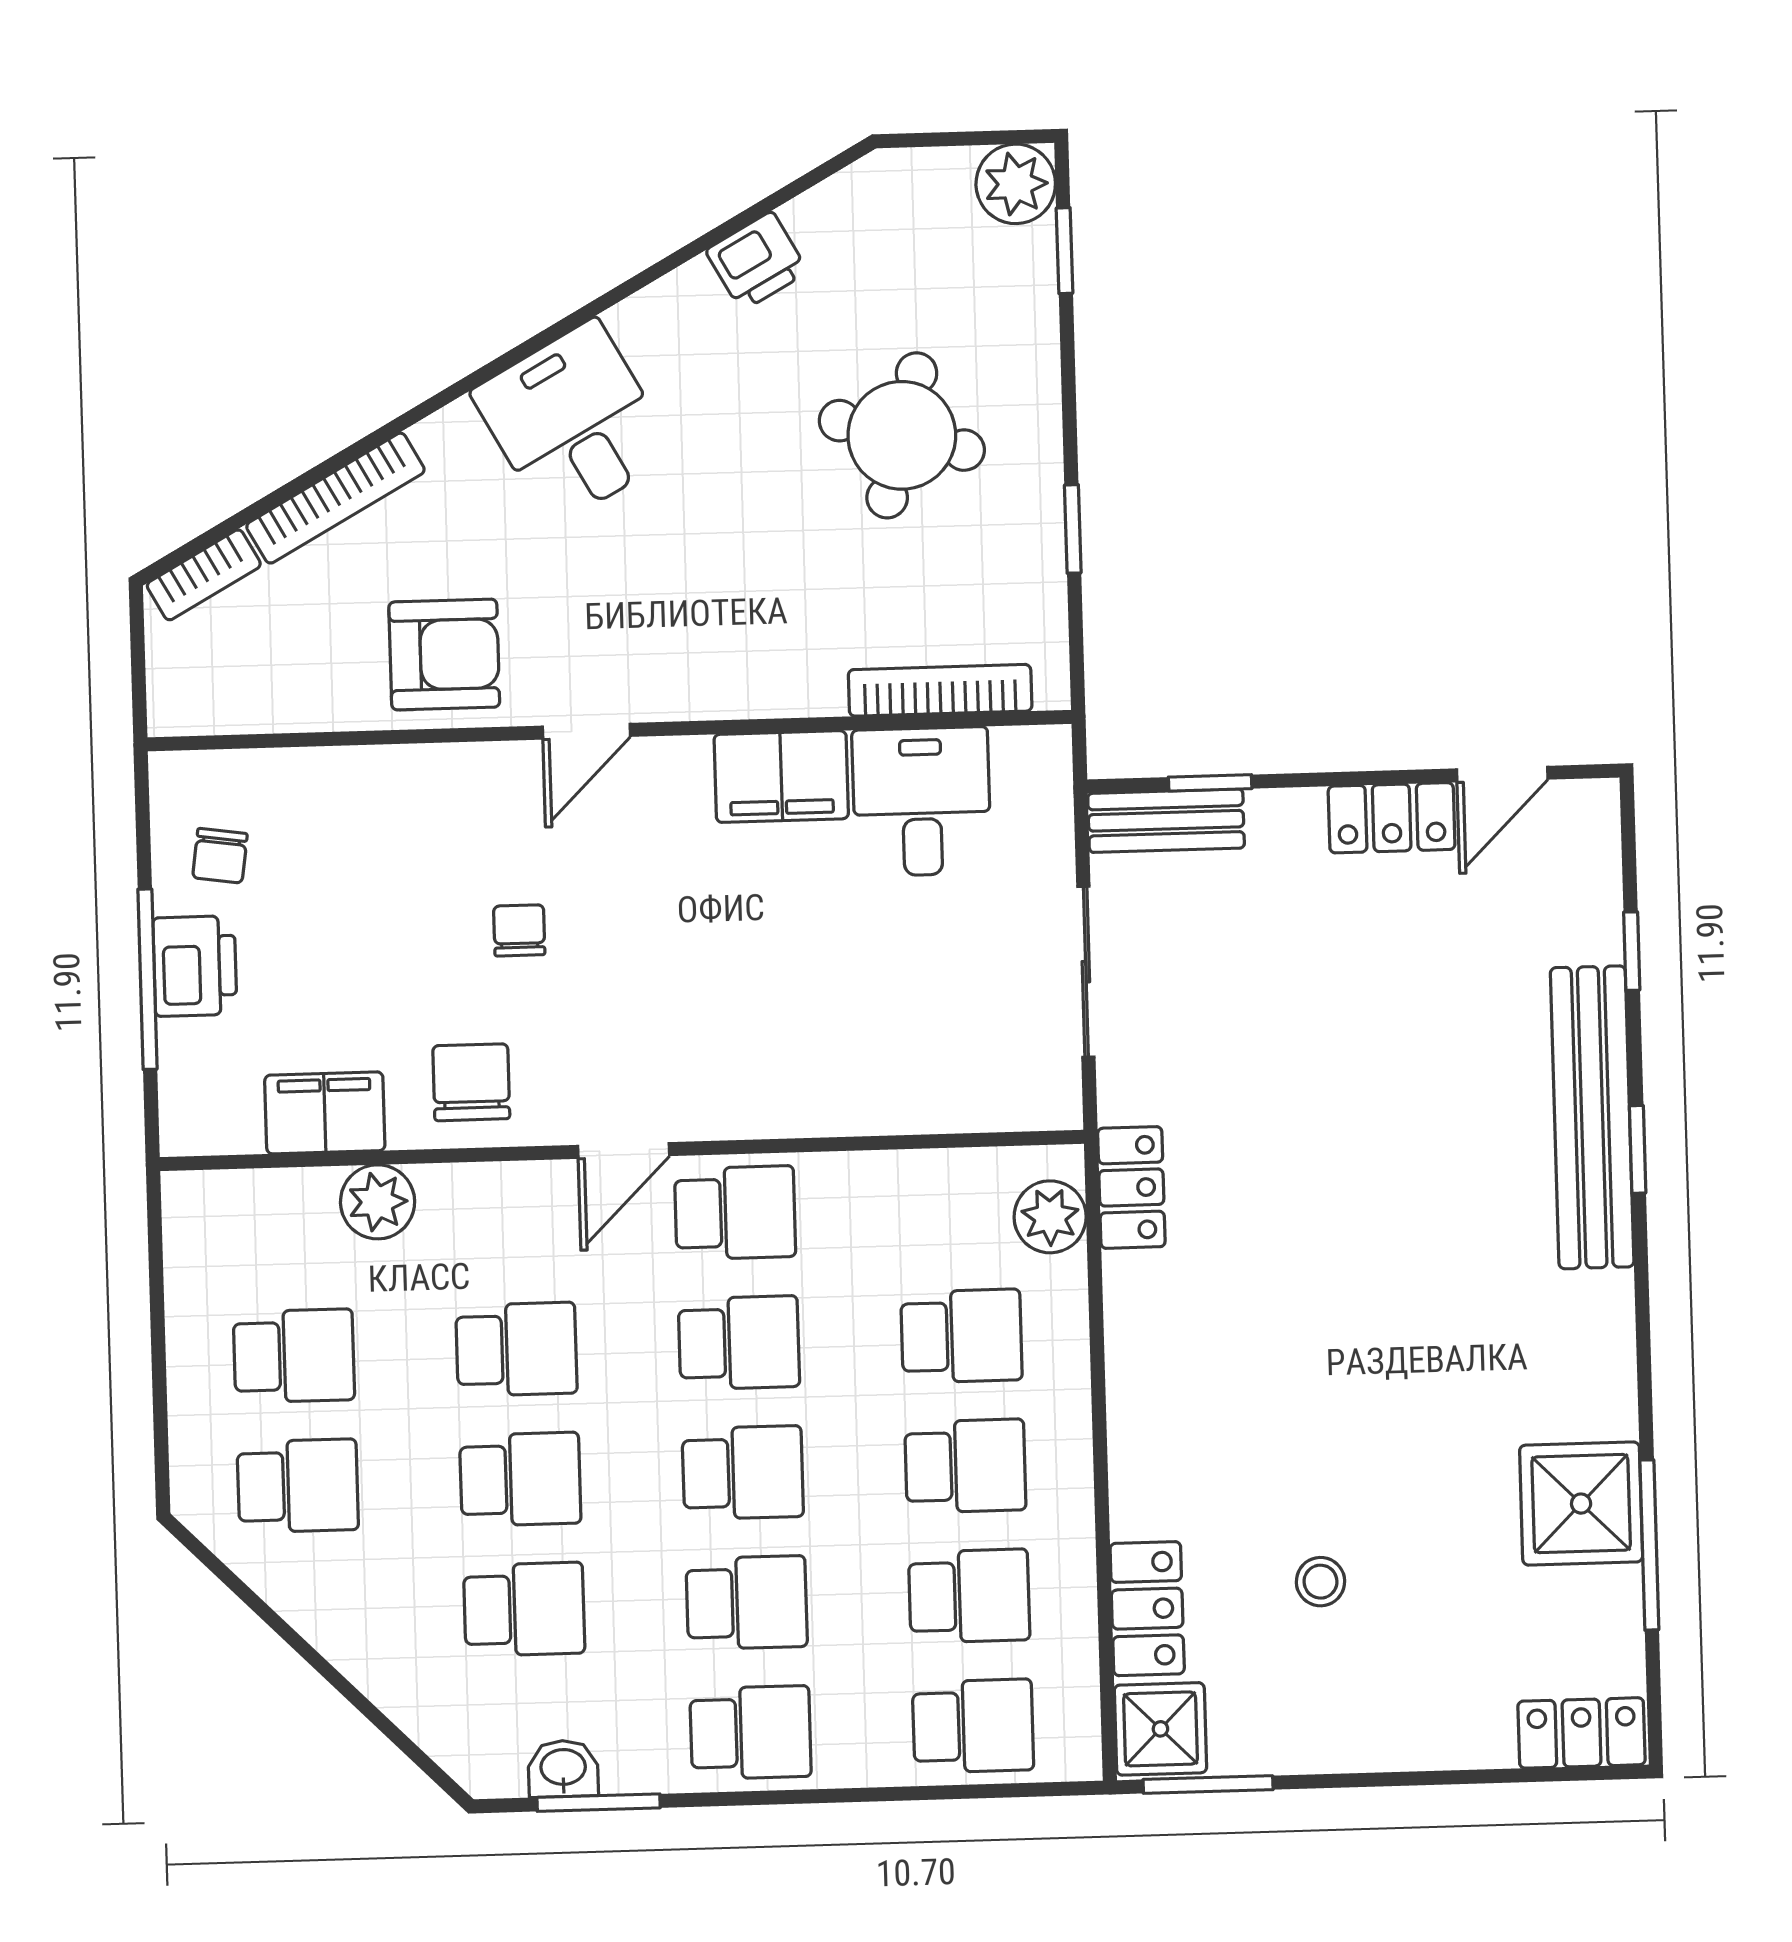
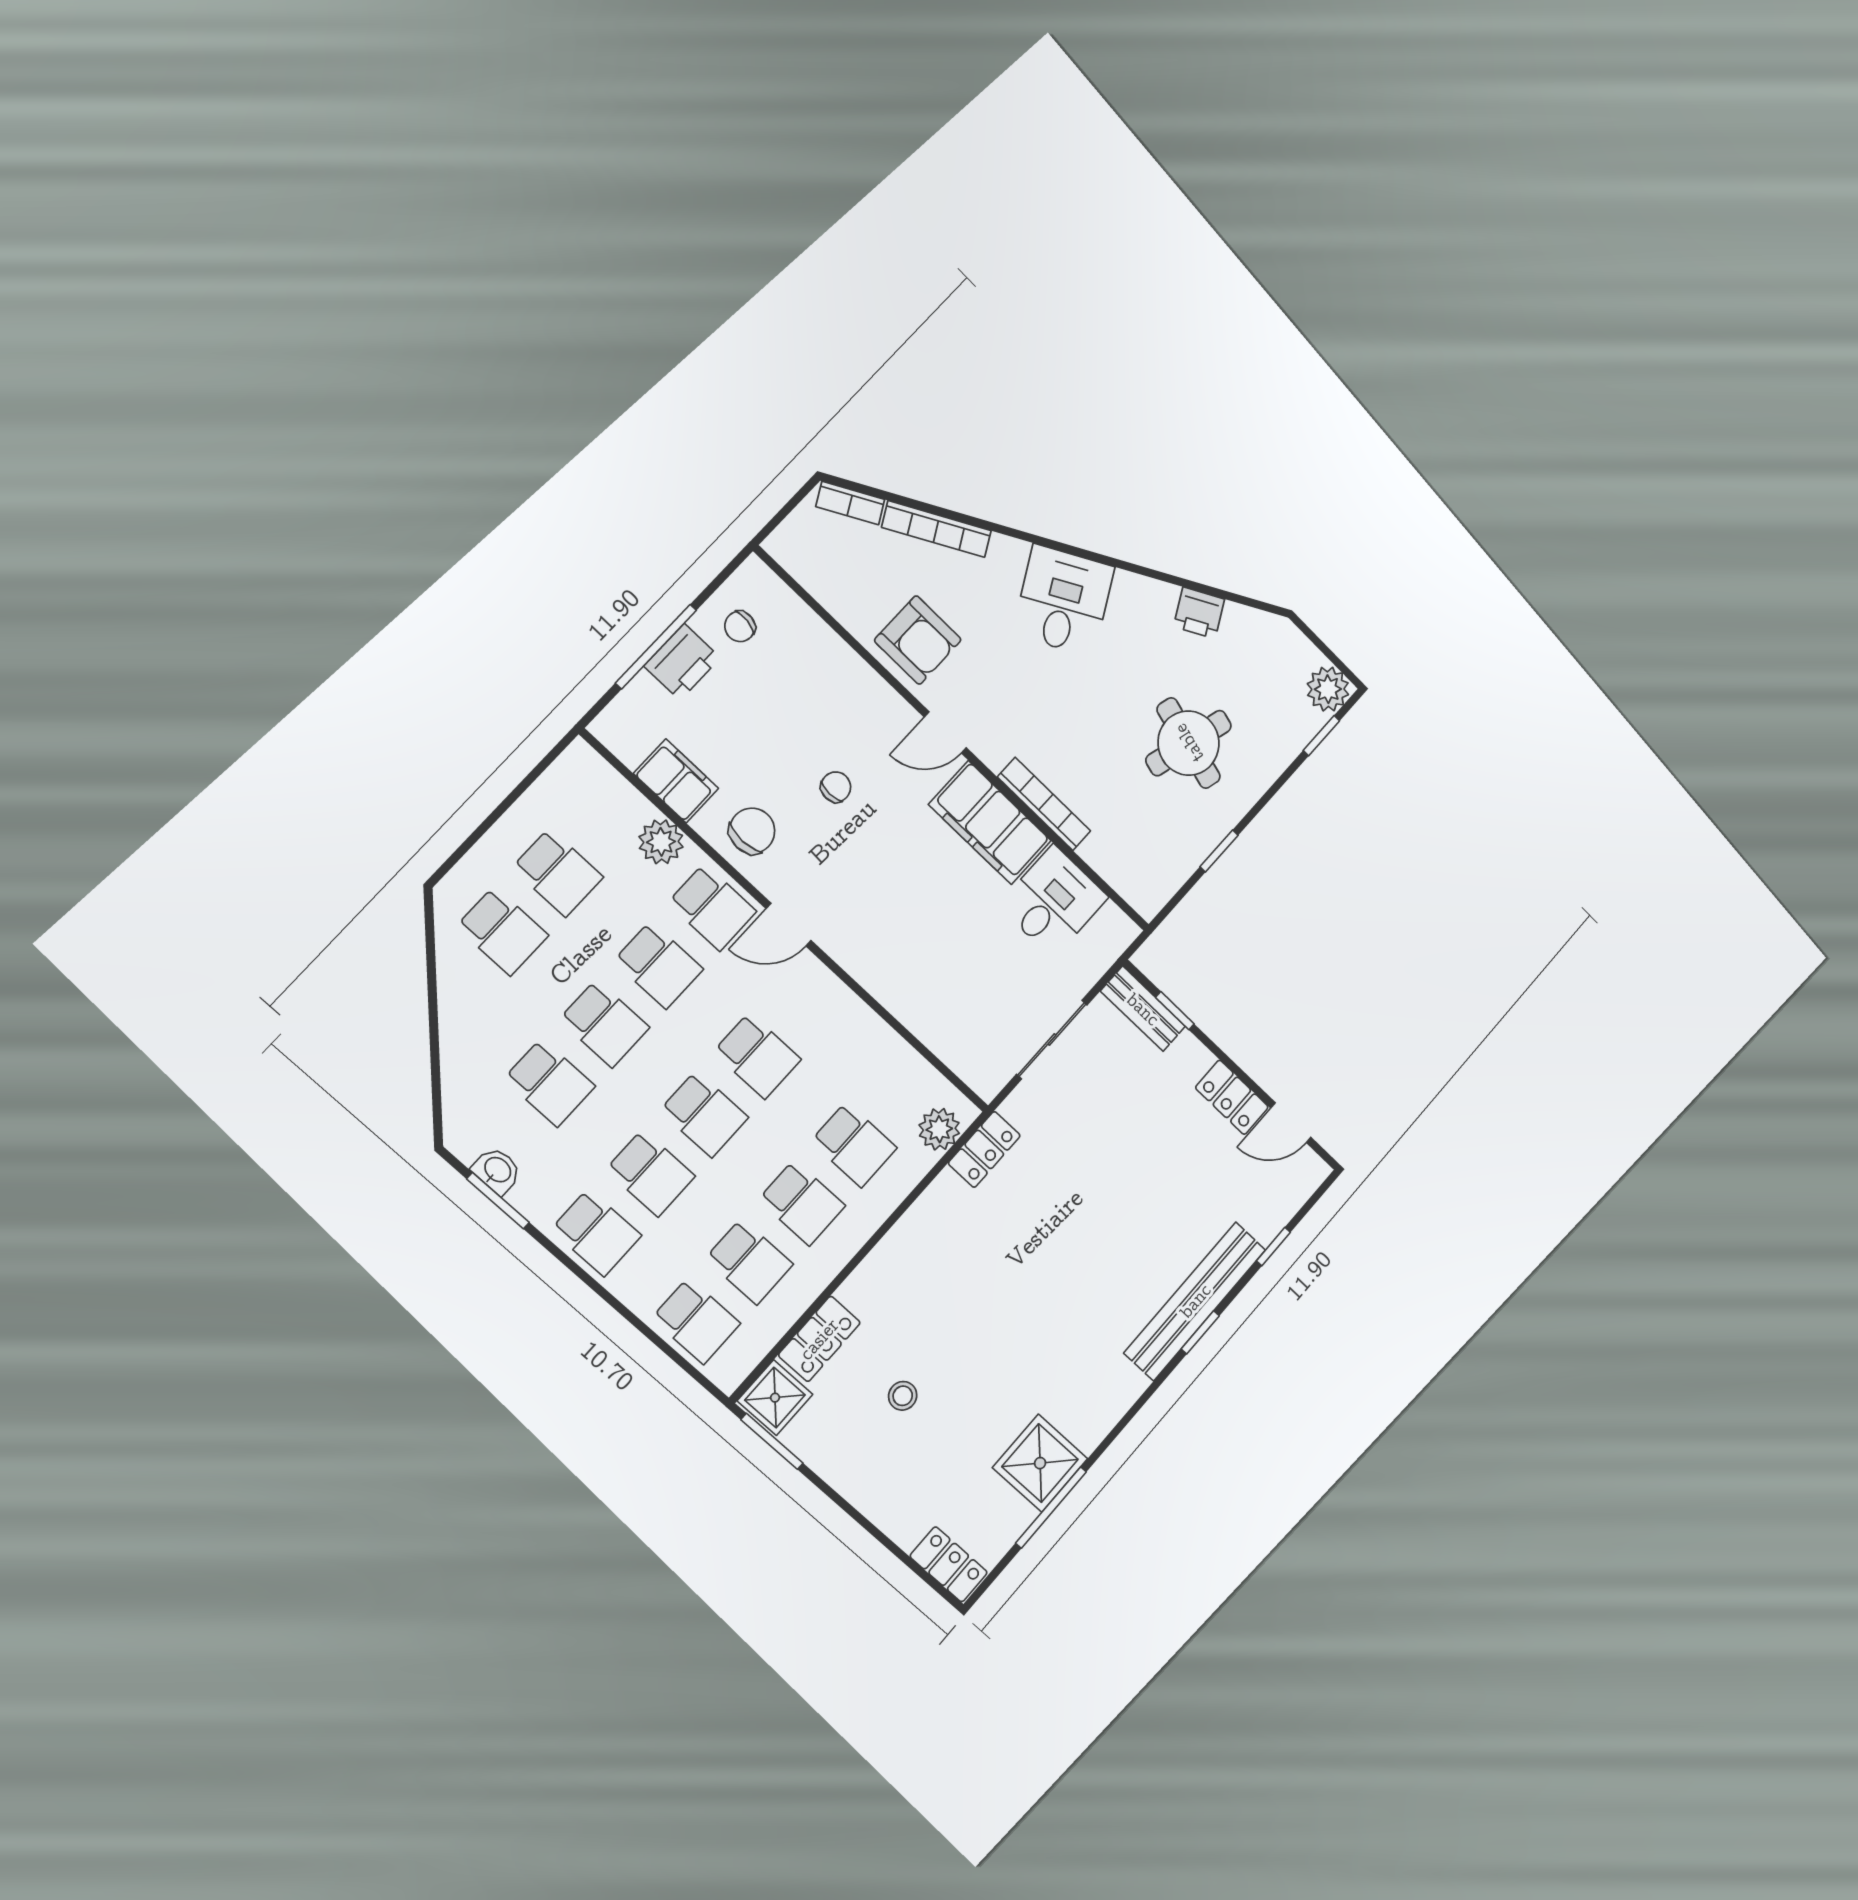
bookcase: (940, 690) -> (1044, 804), moved
filing cabinet: (781, 777) -> (990, 823), width x1.50, depth x1.17
school desk: (735, 1213) -> (712, 907), moved

